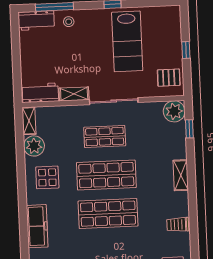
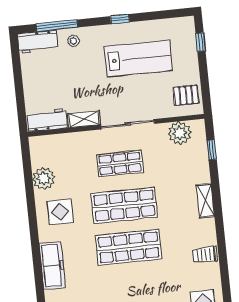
lab bench: (127, 41) -> (138, 58), turned -90
window: (186, 50) -> (201, 42), moved
plant: (174, 111) -> (180, 133), moved
shelving: (29, 121) -> (36, 151), removed

